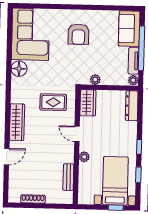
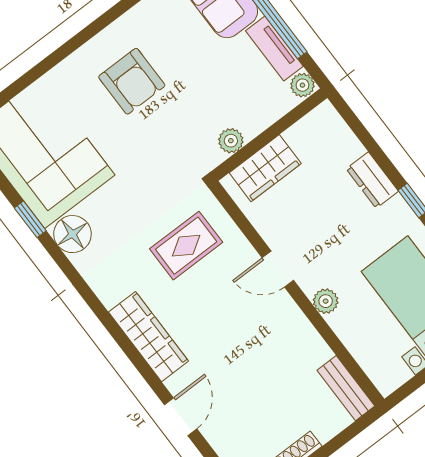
window: (9, 53) -> (30, 219), added
wardrobe: (88, 103) -> (265, 168), moved, turned 90
dresser: (132, 106) -> (372, 180), moved, width x0.70
bench: (68, 177) -> (346, 388), moved

